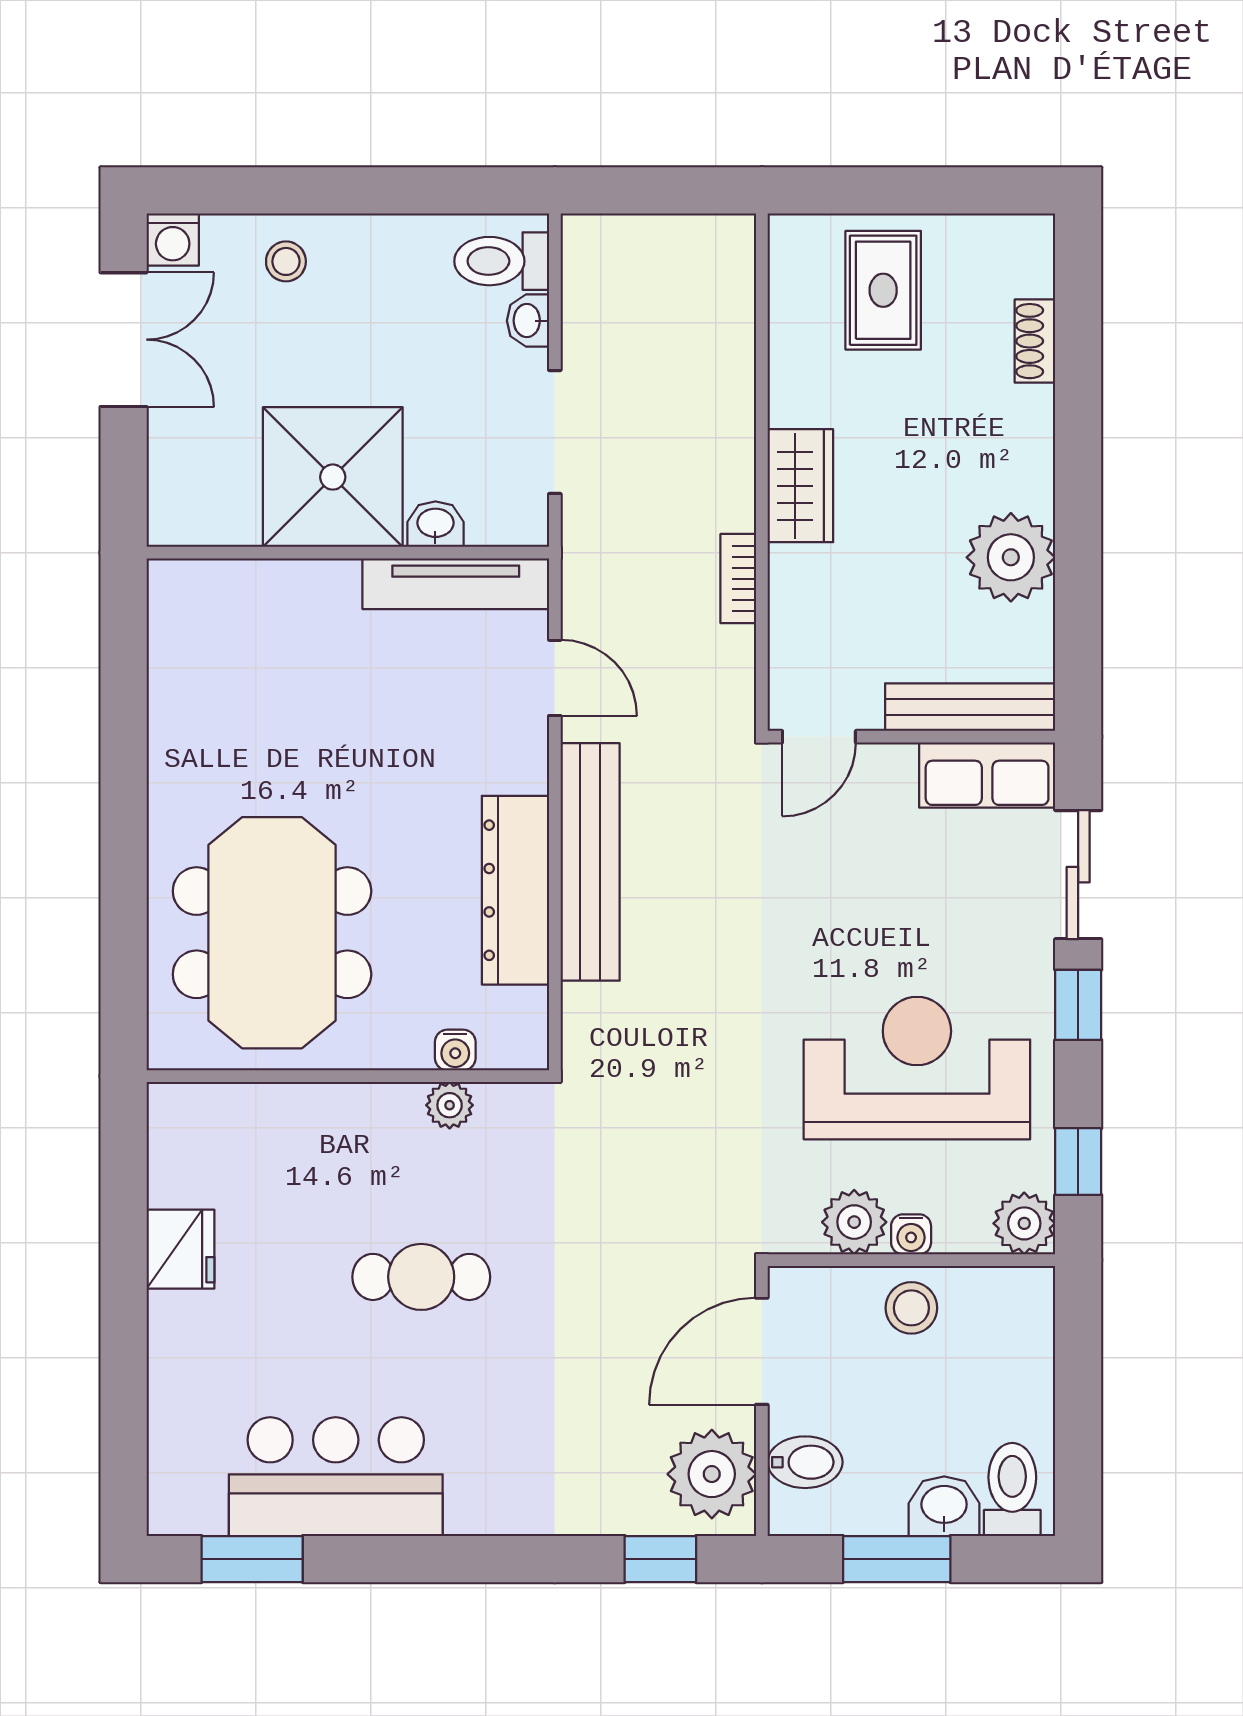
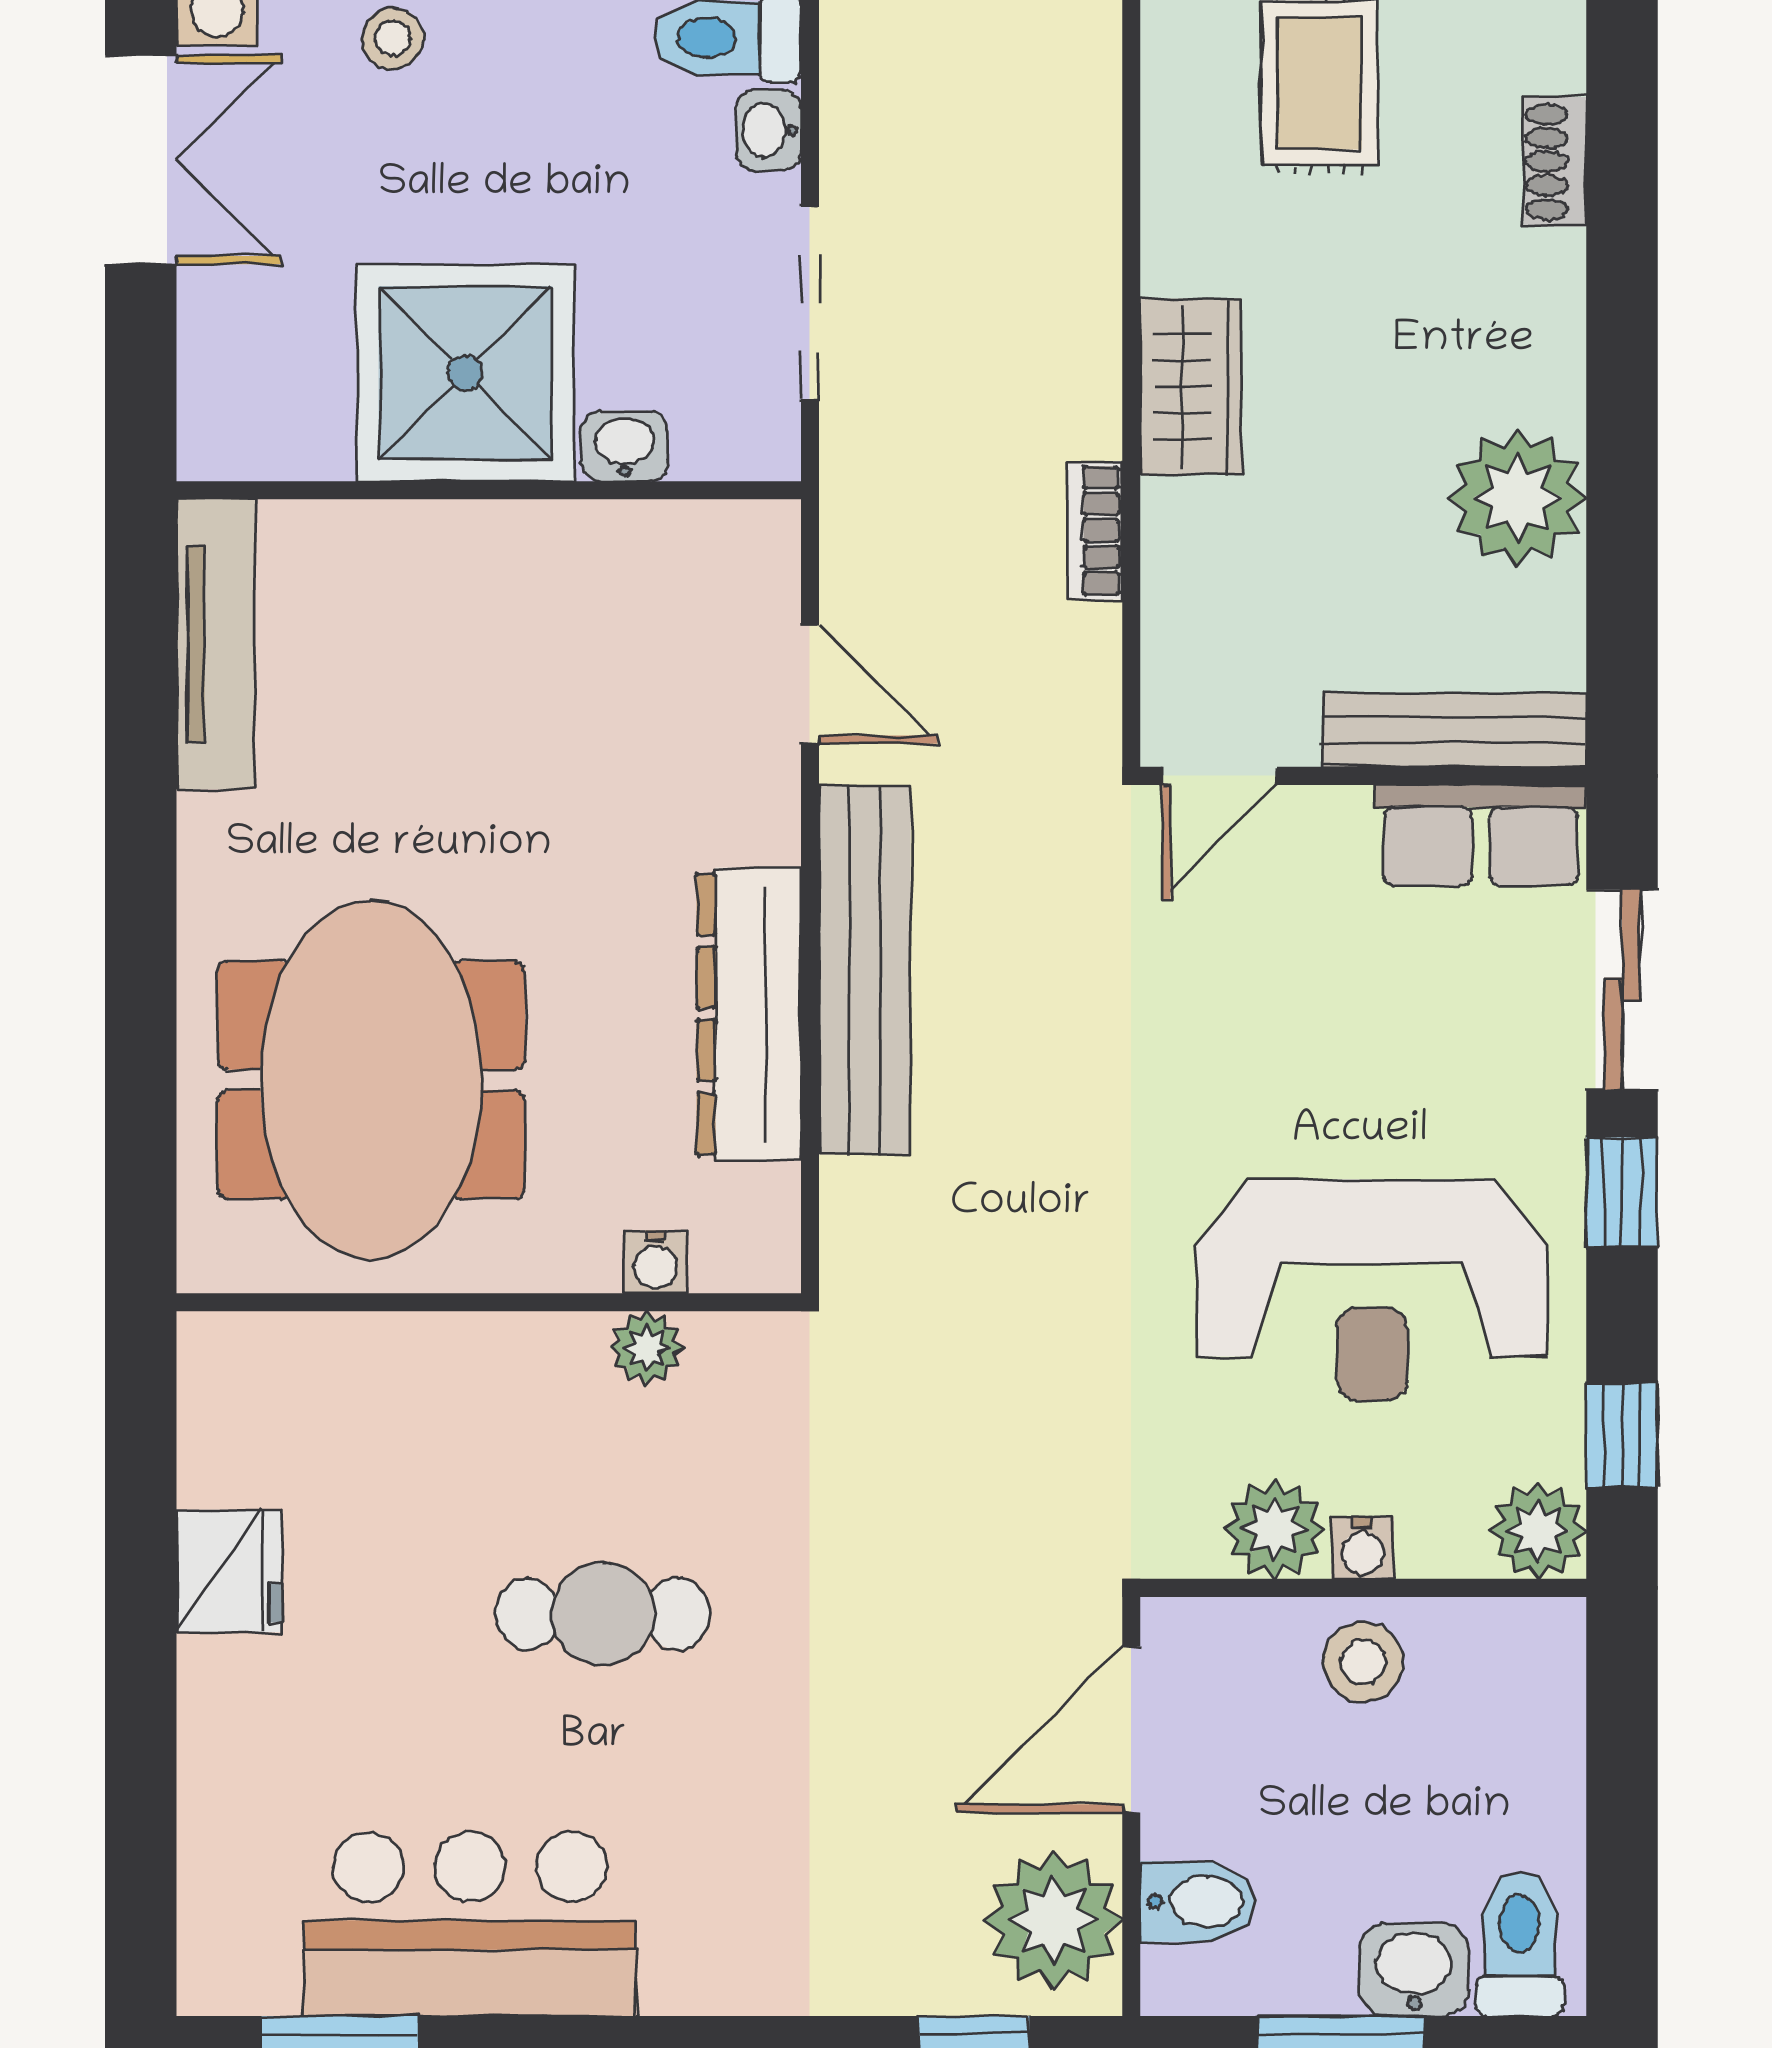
tv unit: (456, 584) -> (216, 644), moved, turned -90
reception desk: (917, 1068) -> (1372, 1290), turned 180

